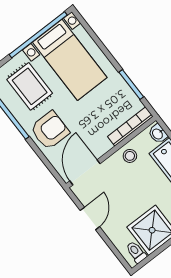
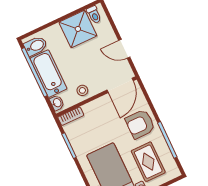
bookcase: (130, 126) -> (71, 116), width x0.64
door: (90, 218) -> (124, 49), hinge flipped

